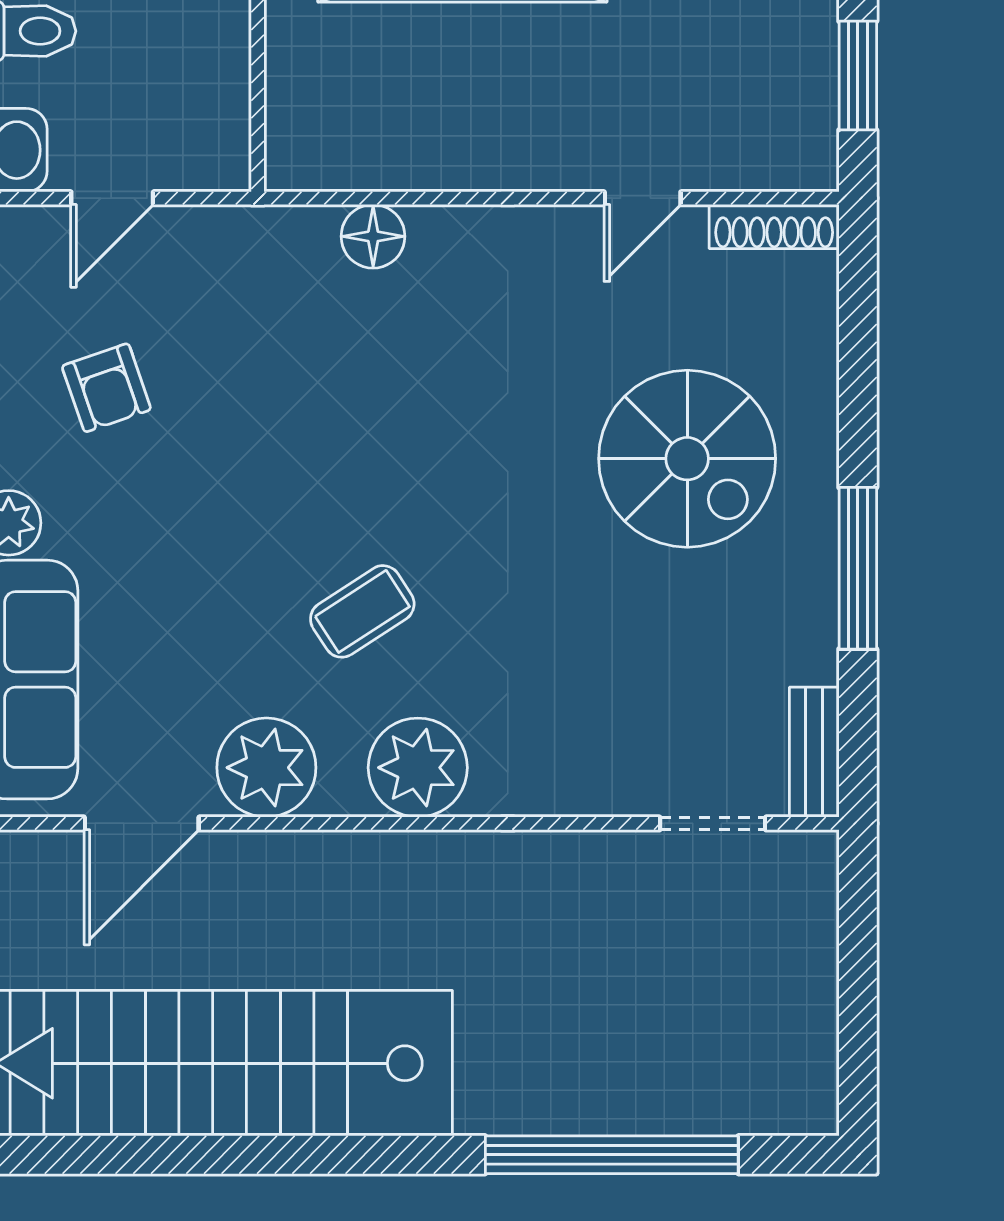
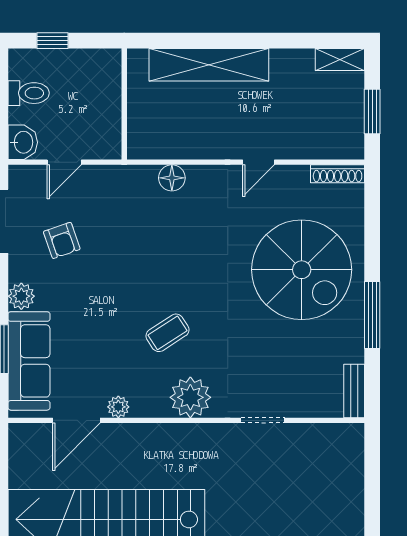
door: (643, 198) -> (258, 162), moved
spiral stairs: (687, 459) -> (302, 270), width x1.37, depth x1.37
plant: (266, 768) -> (118, 407), width x0.53, depth x0.53
doorway: (713, 823) -> (263, 420), moved

